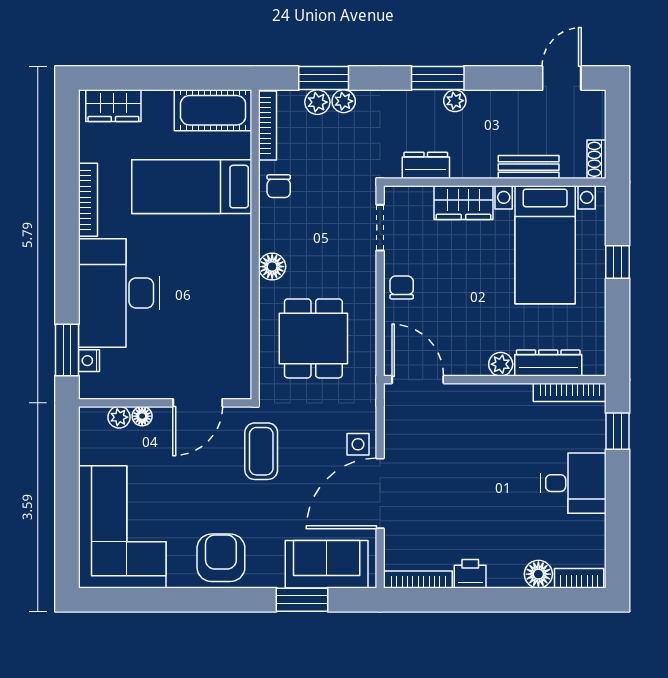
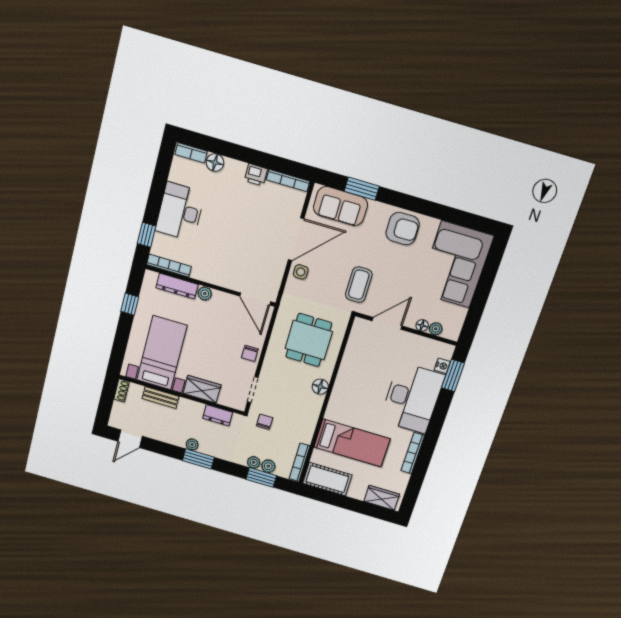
chair: (279, 186) -> (265, 422), moved
window: (618, 262) -> (130, 304), moved
desk: (573, 483) -> (180, 212), width x1.37
armchair: (221, 558) -> (403, 229), turned -90

